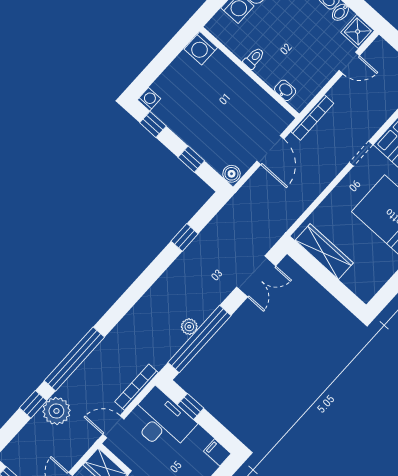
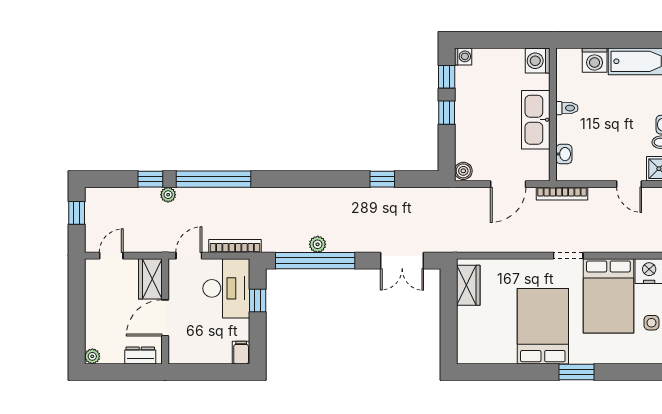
kitchen sink: (242, 88) -> (536, 120), added
window: (191, 159) -> (447, 113), moved
wardrobe: (324, 252) -> (468, 285), width x0.67
plant: (56, 411) -> (168, 195), width x0.53, depth x0.53
door: (113, 427) -> (189, 256), hinge flipped

